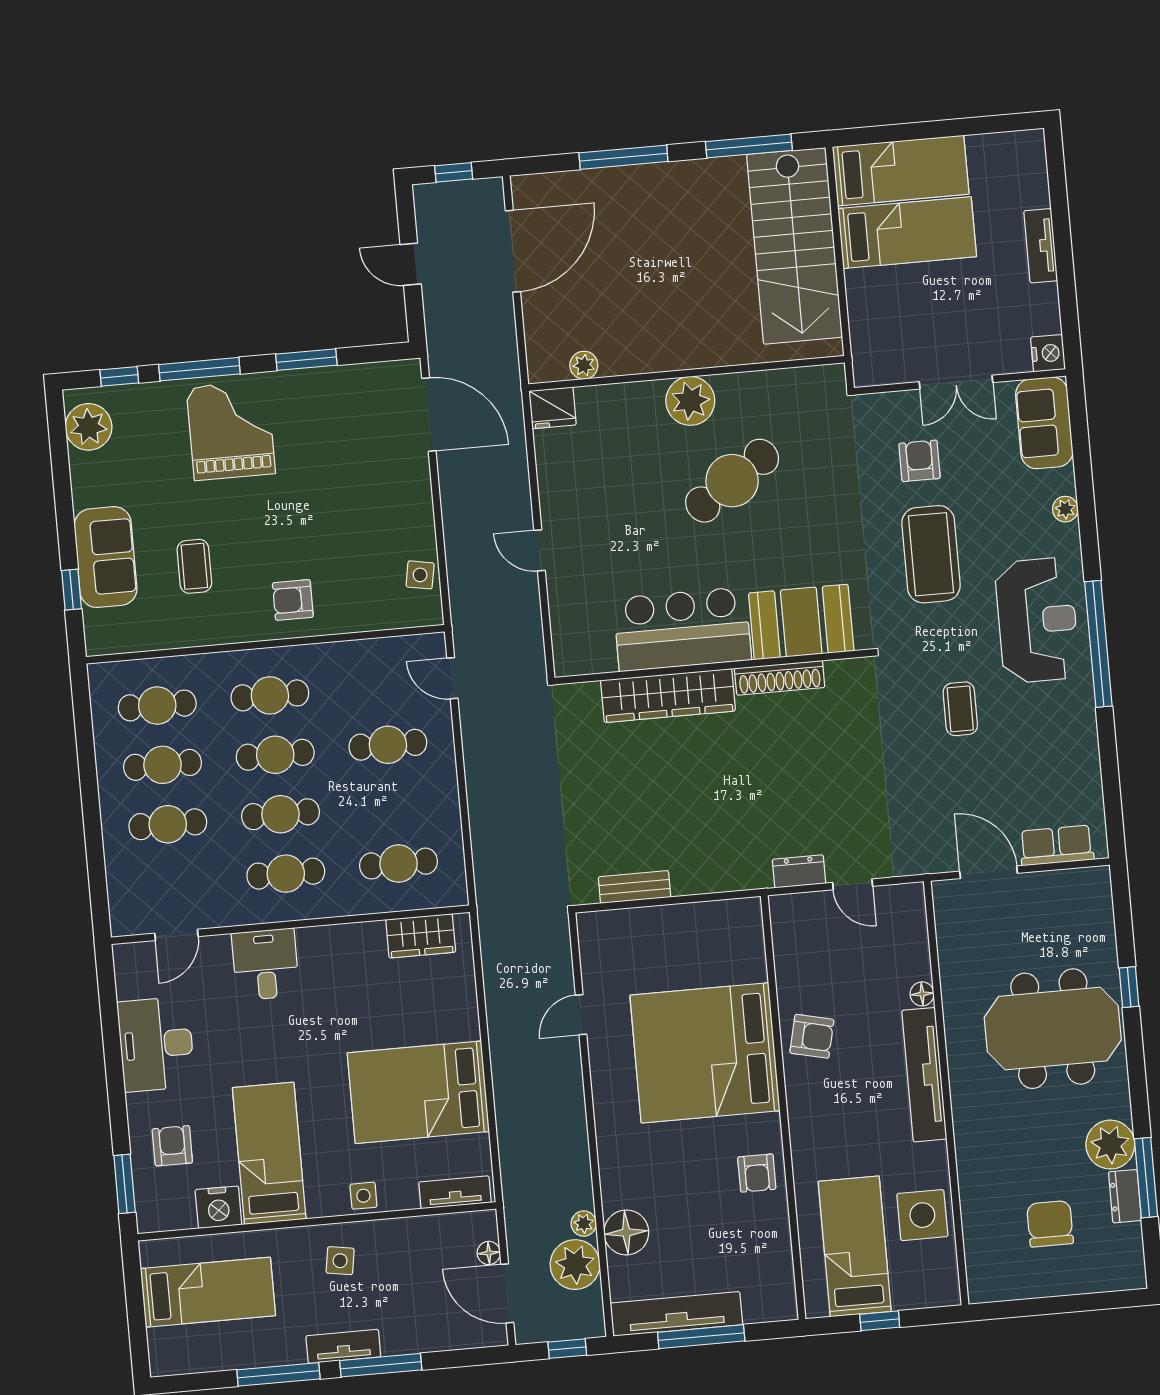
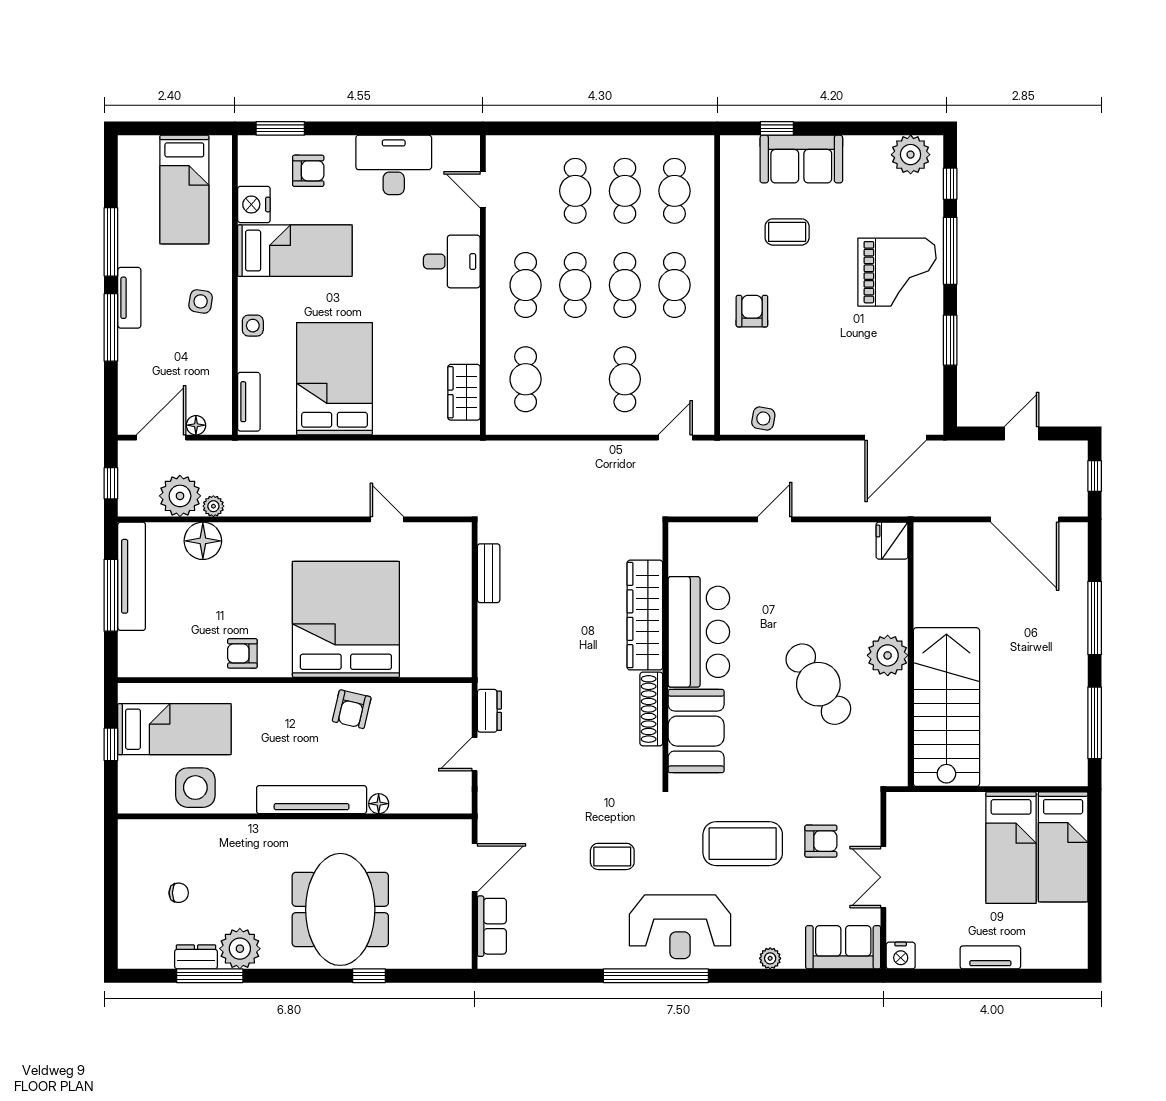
stairs: (795, 246) -> (946, 707), moved, turned 90
plant: (584, 365) -> (925, 570), removed
chair: (1050, 1224) -> (179, 893), width x0.54, depth x0.54

